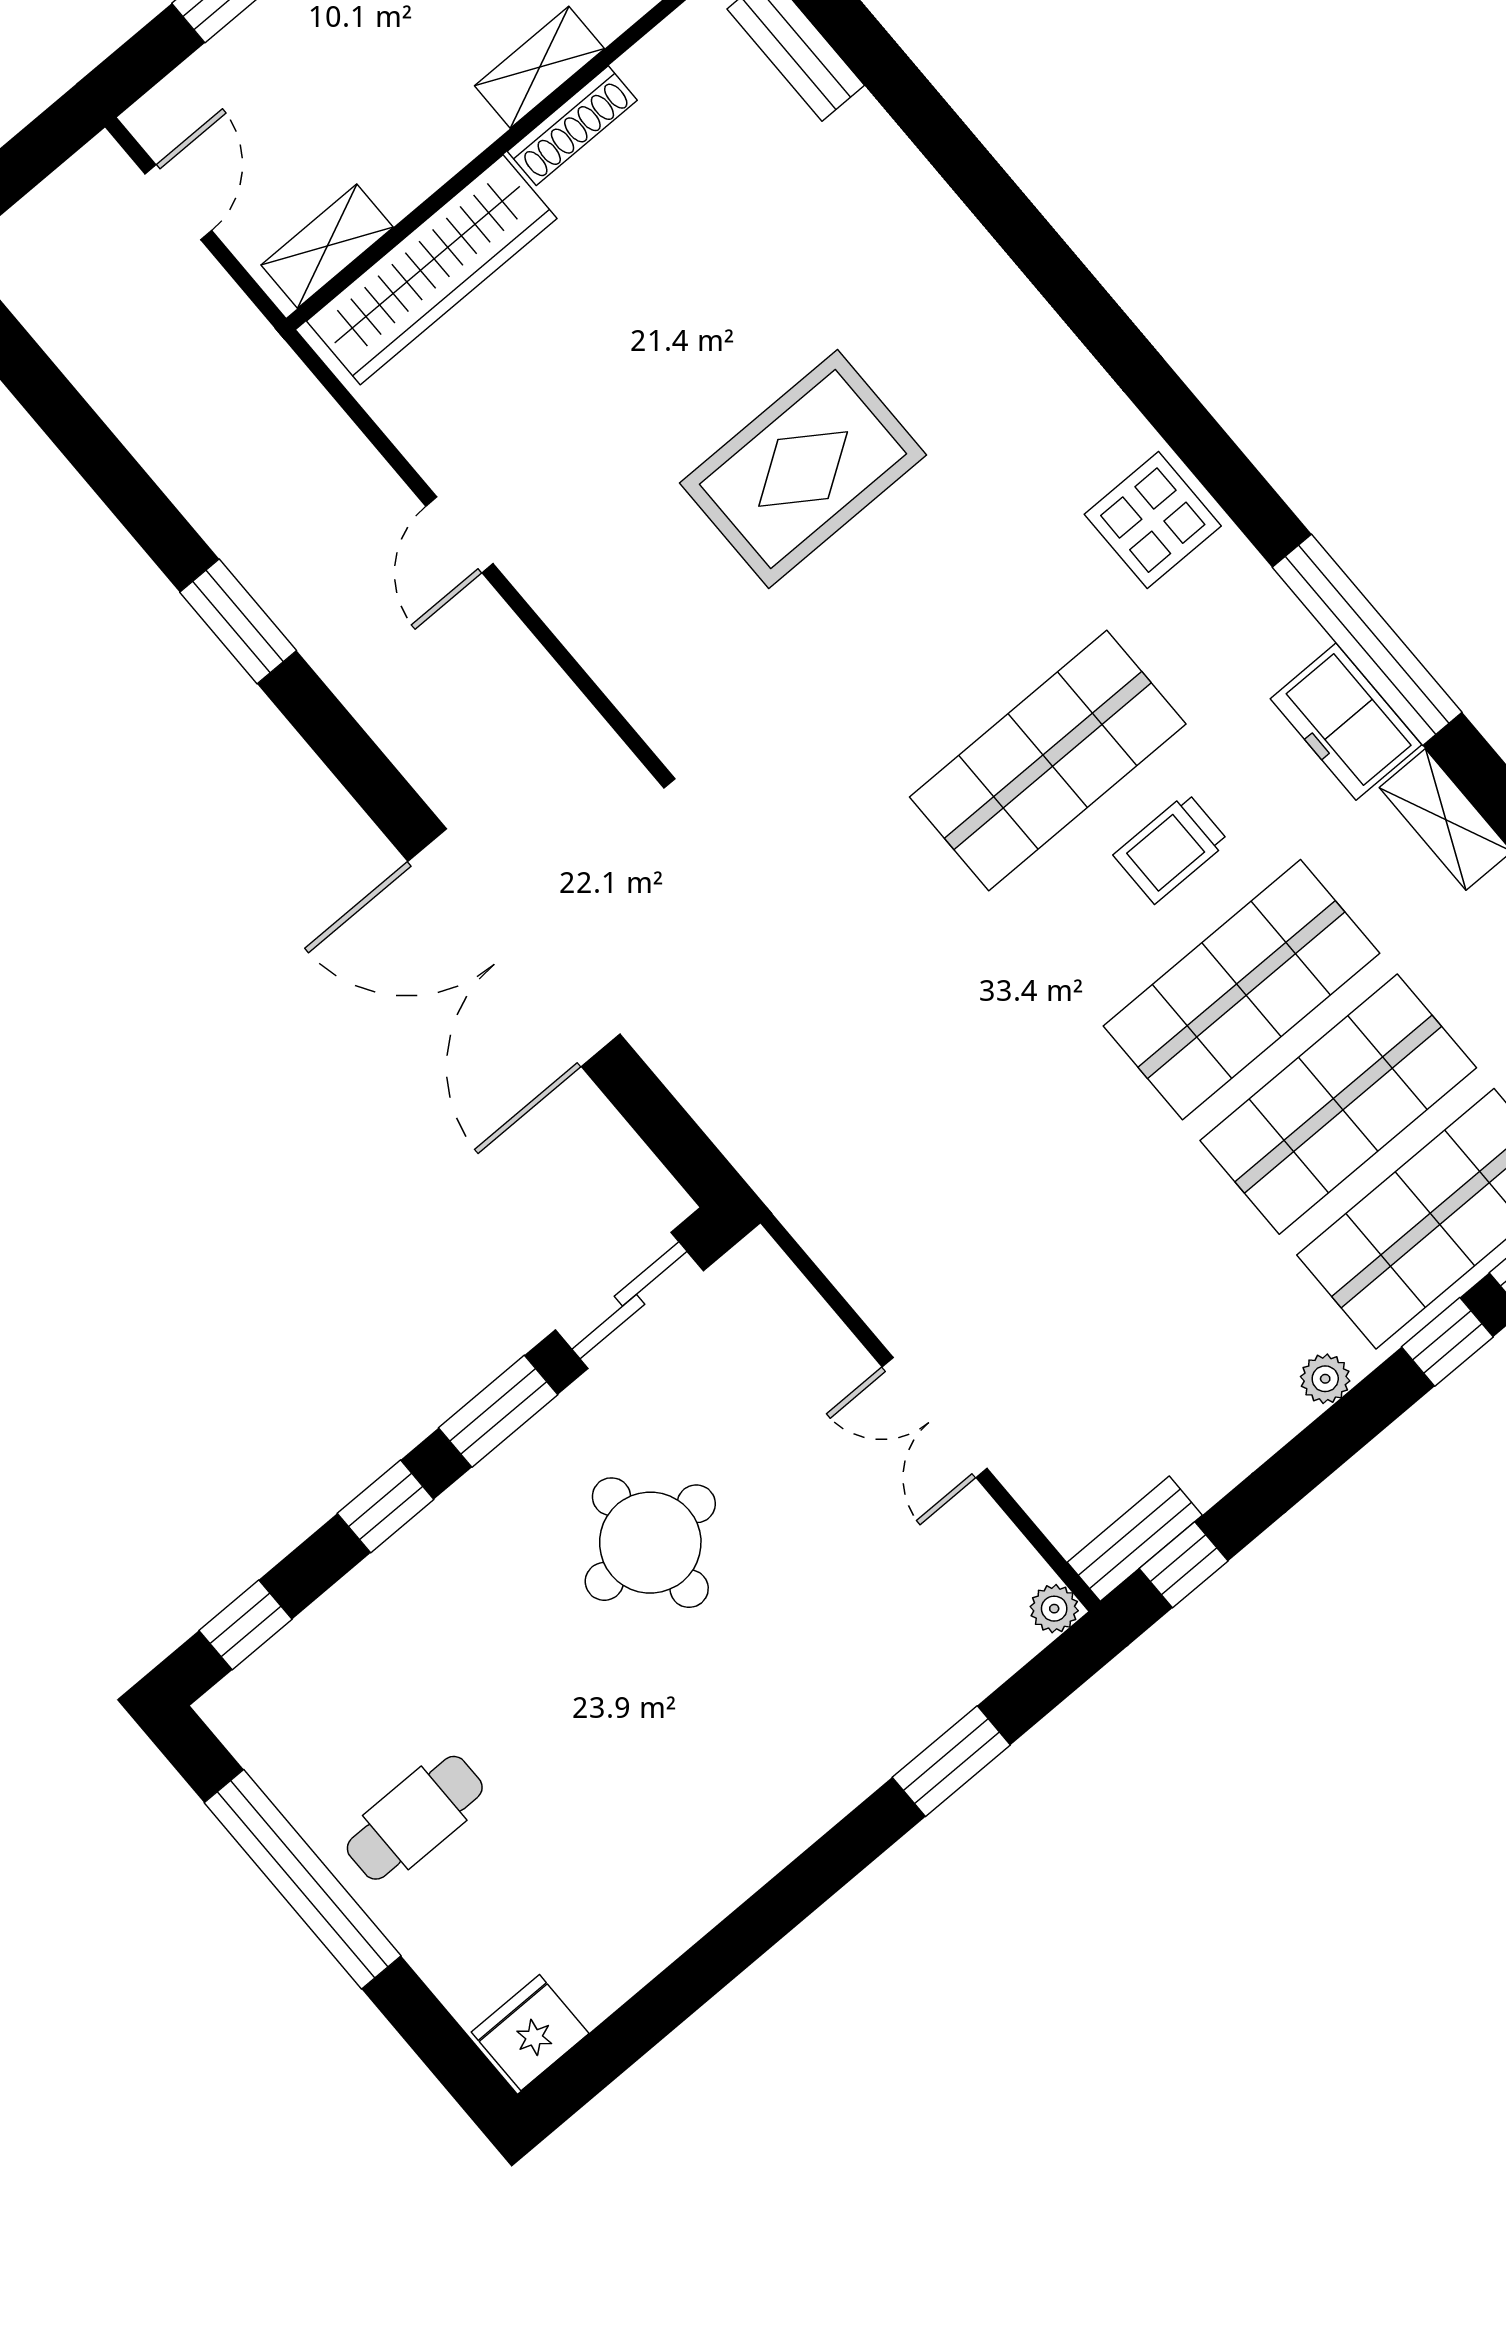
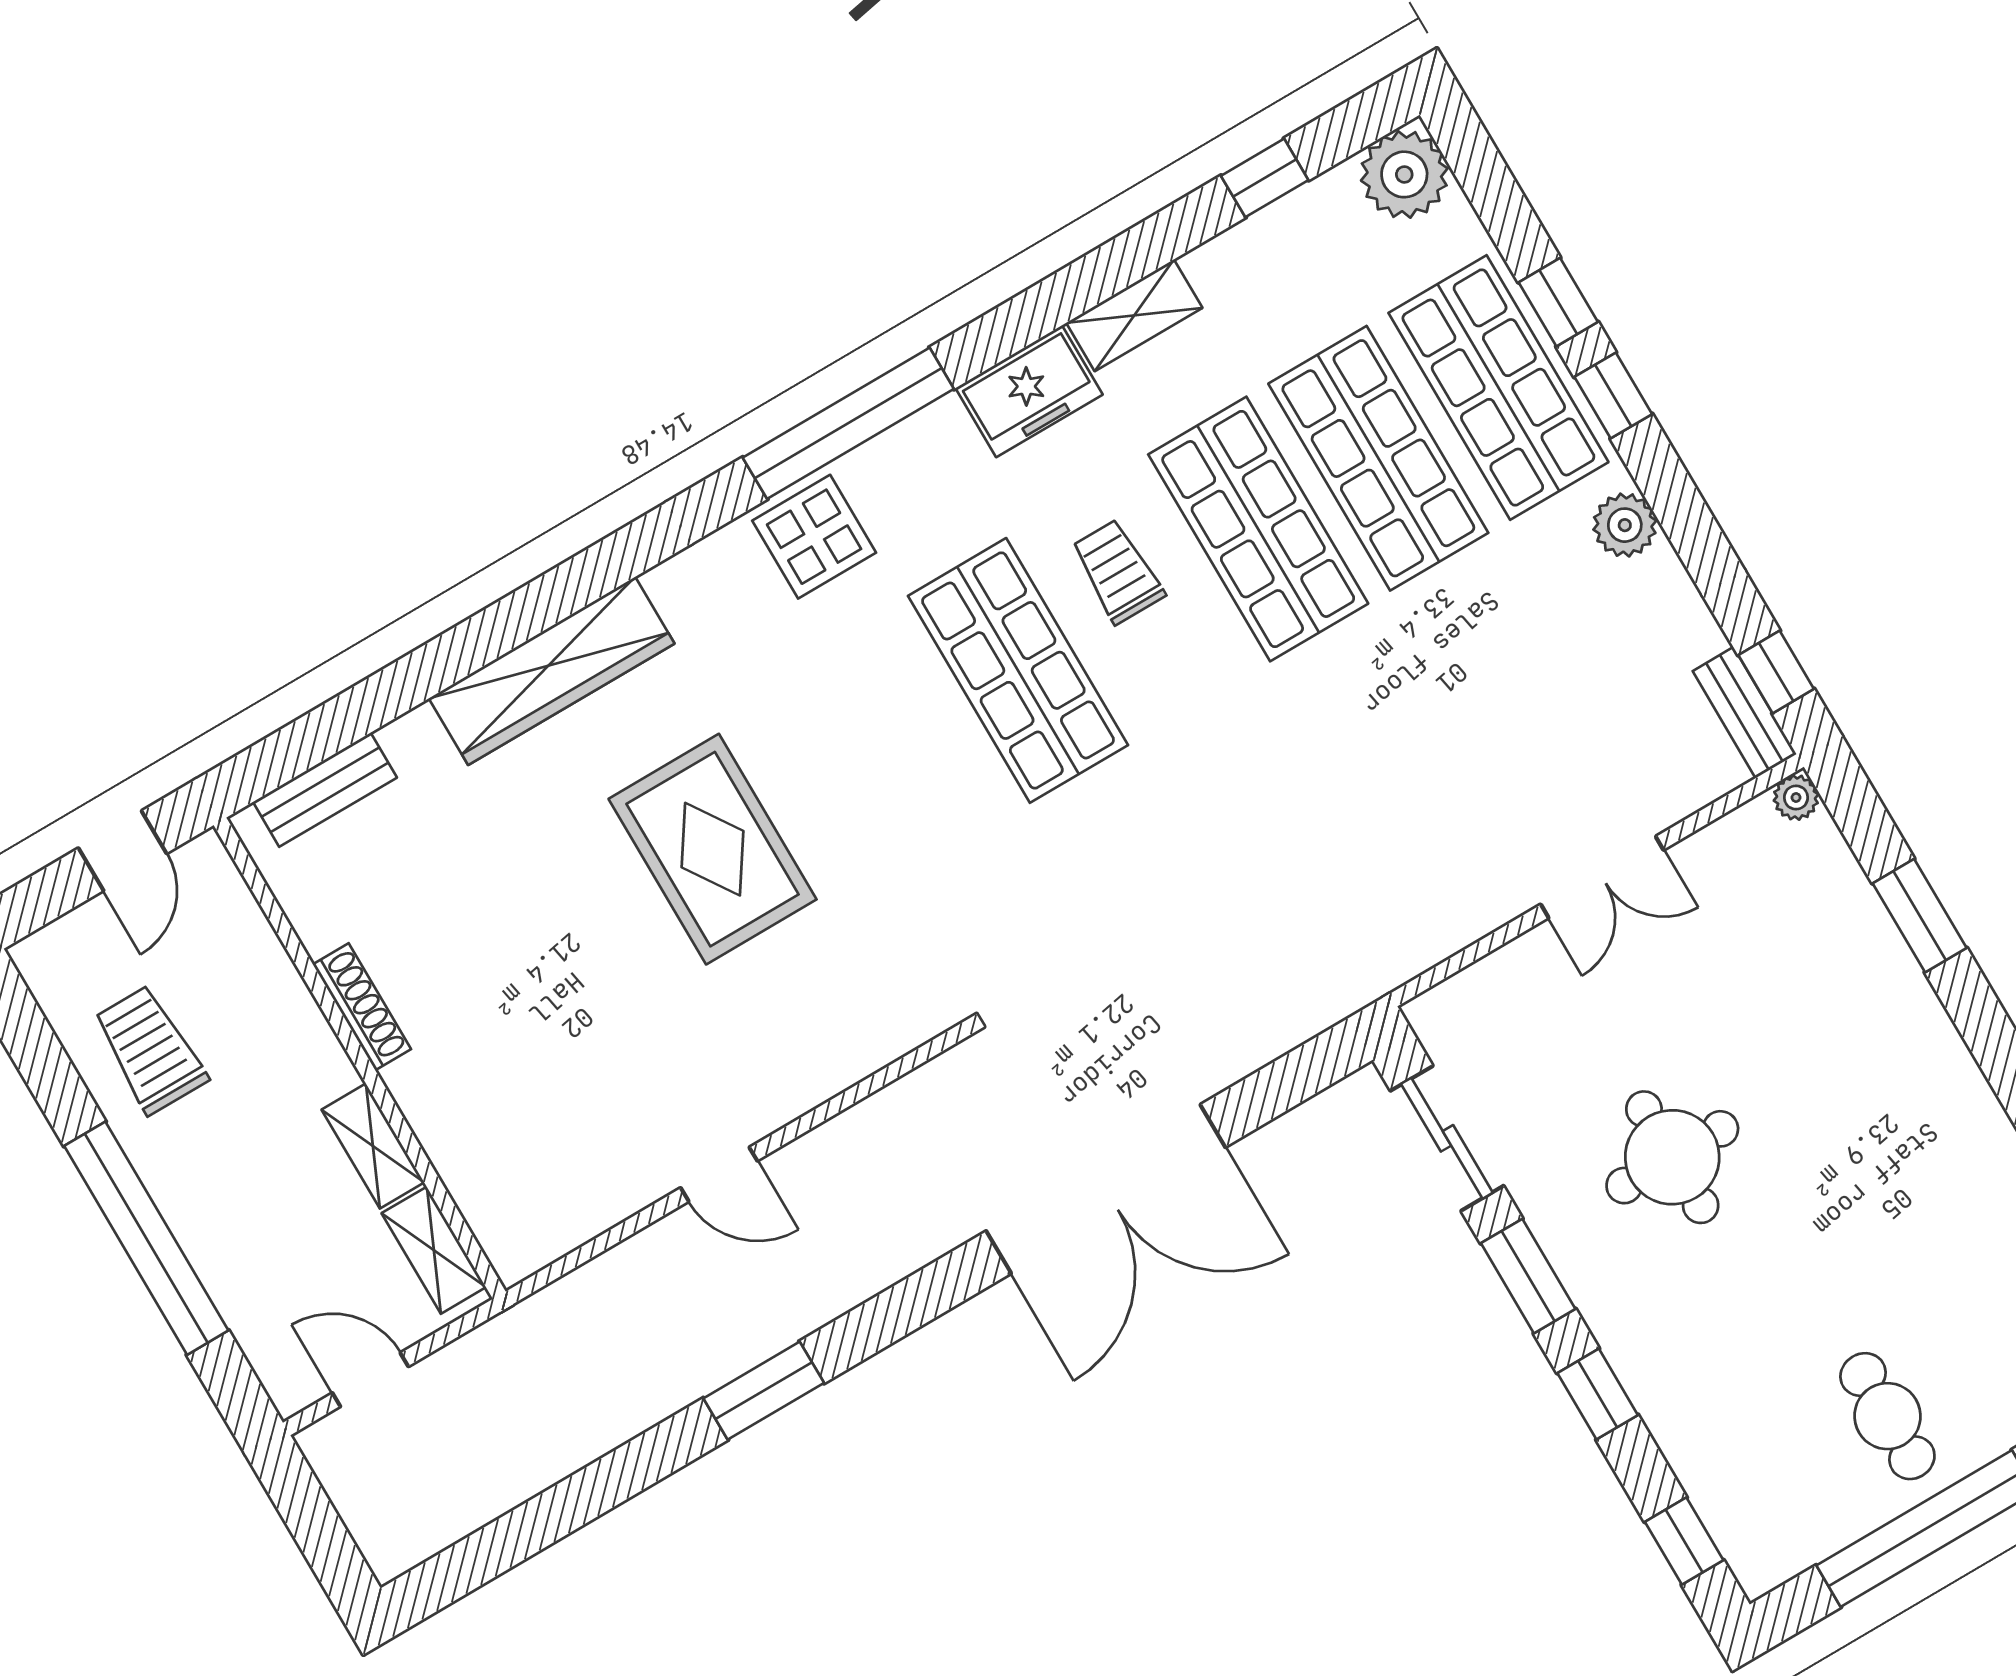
shelving: (539, 67) -> (373, 1146), moved
wardrobe: (432, 270) -> (552, 671), moved, turned 90
window: (1367, 640) -> (848, 423), moved
trolley: (1171, 848) -> (1118, 571), turned 180
plant: (1325, 1379) -> (1625, 525), width x1.38, depth x1.38

